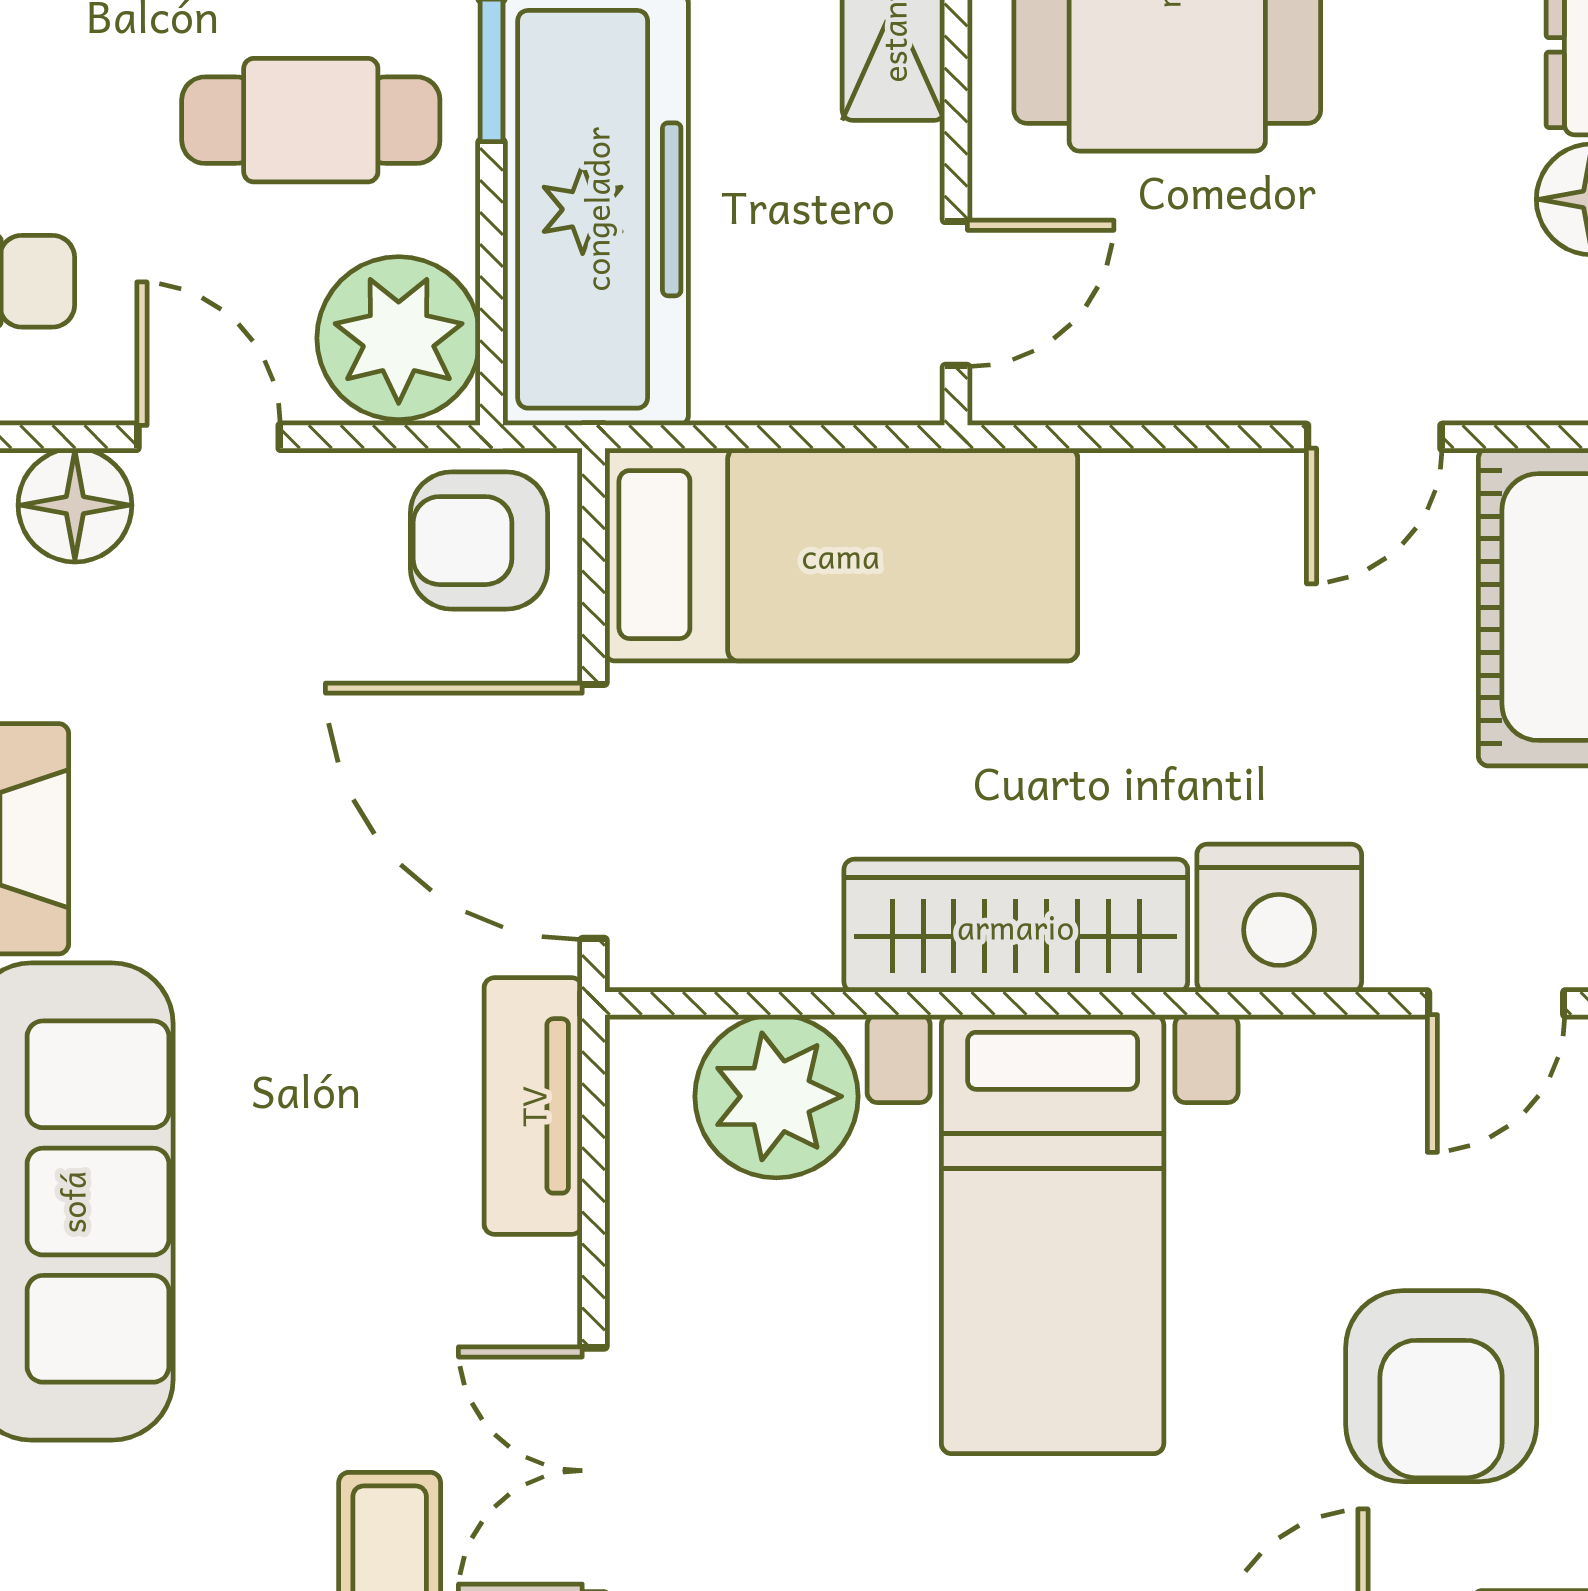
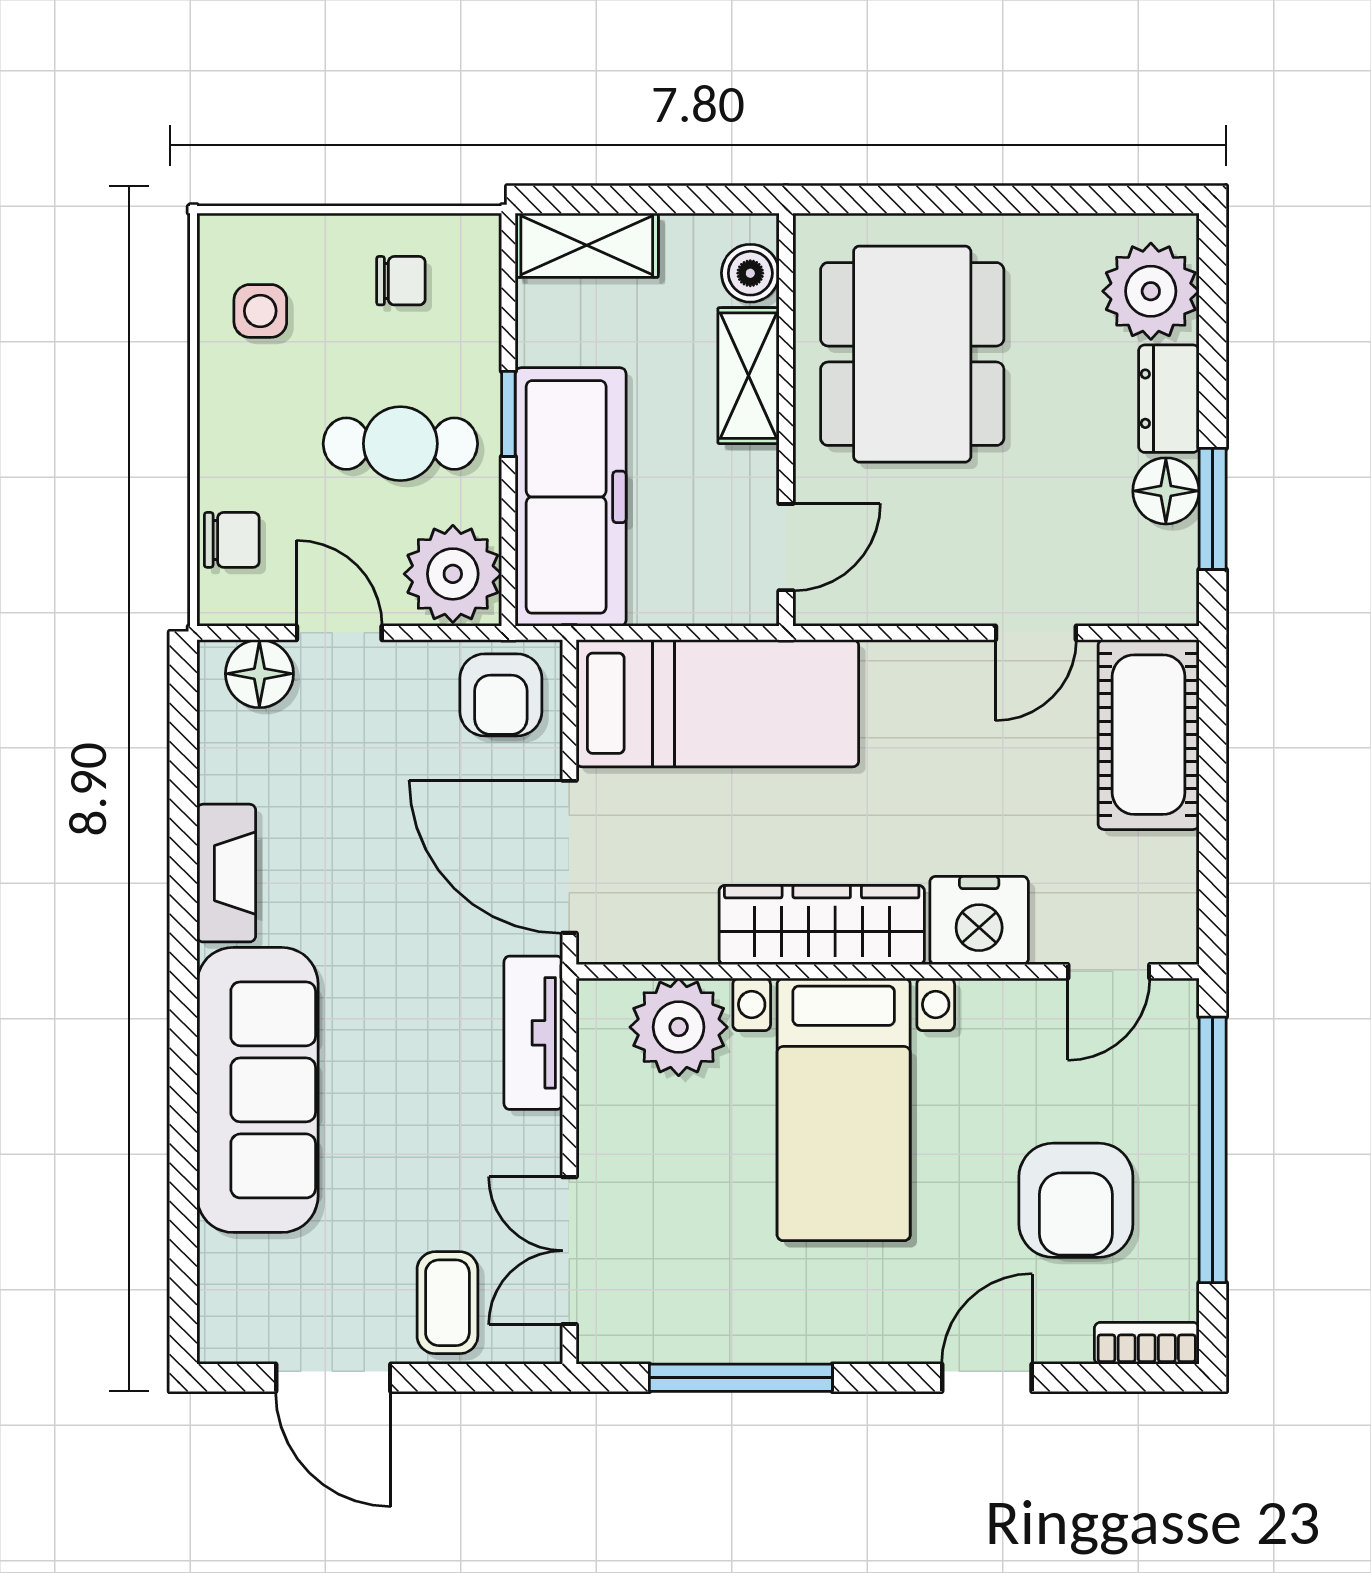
armchair: (479, 541) -> (501, 695), turned -90

